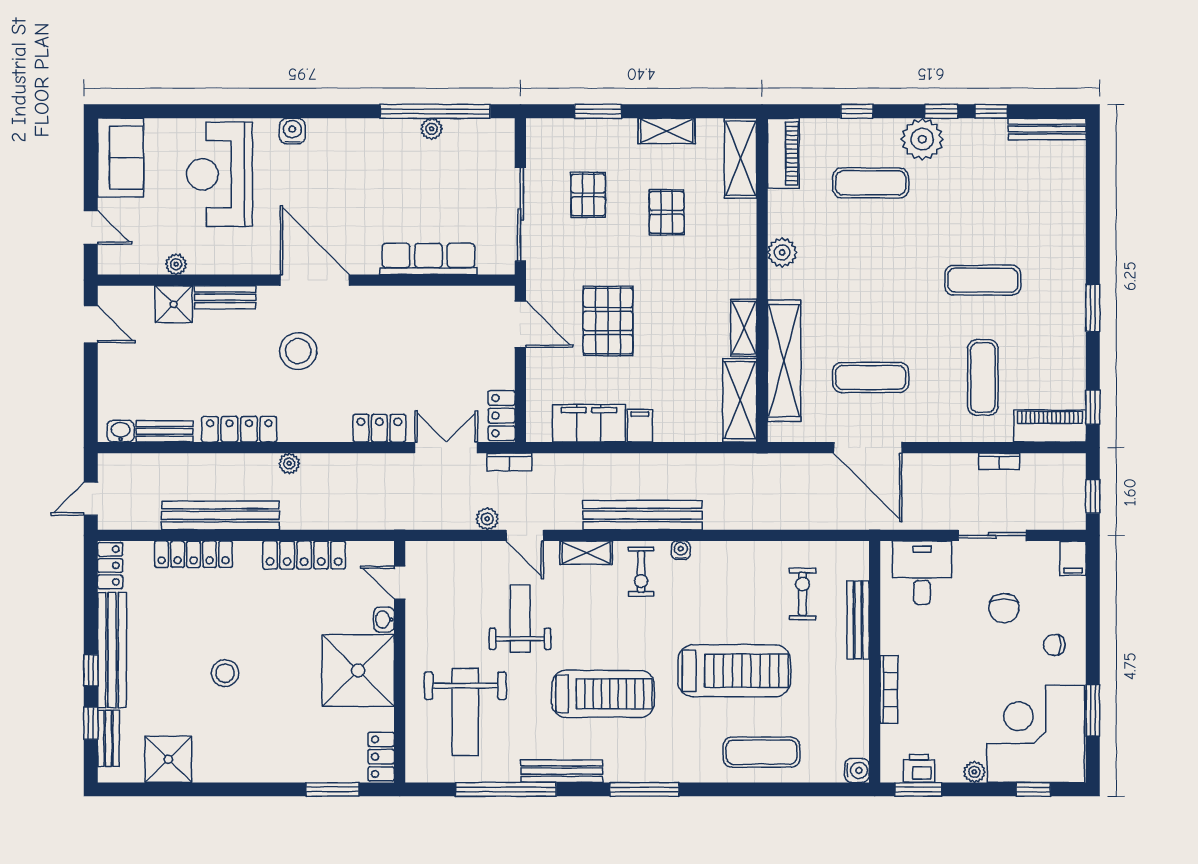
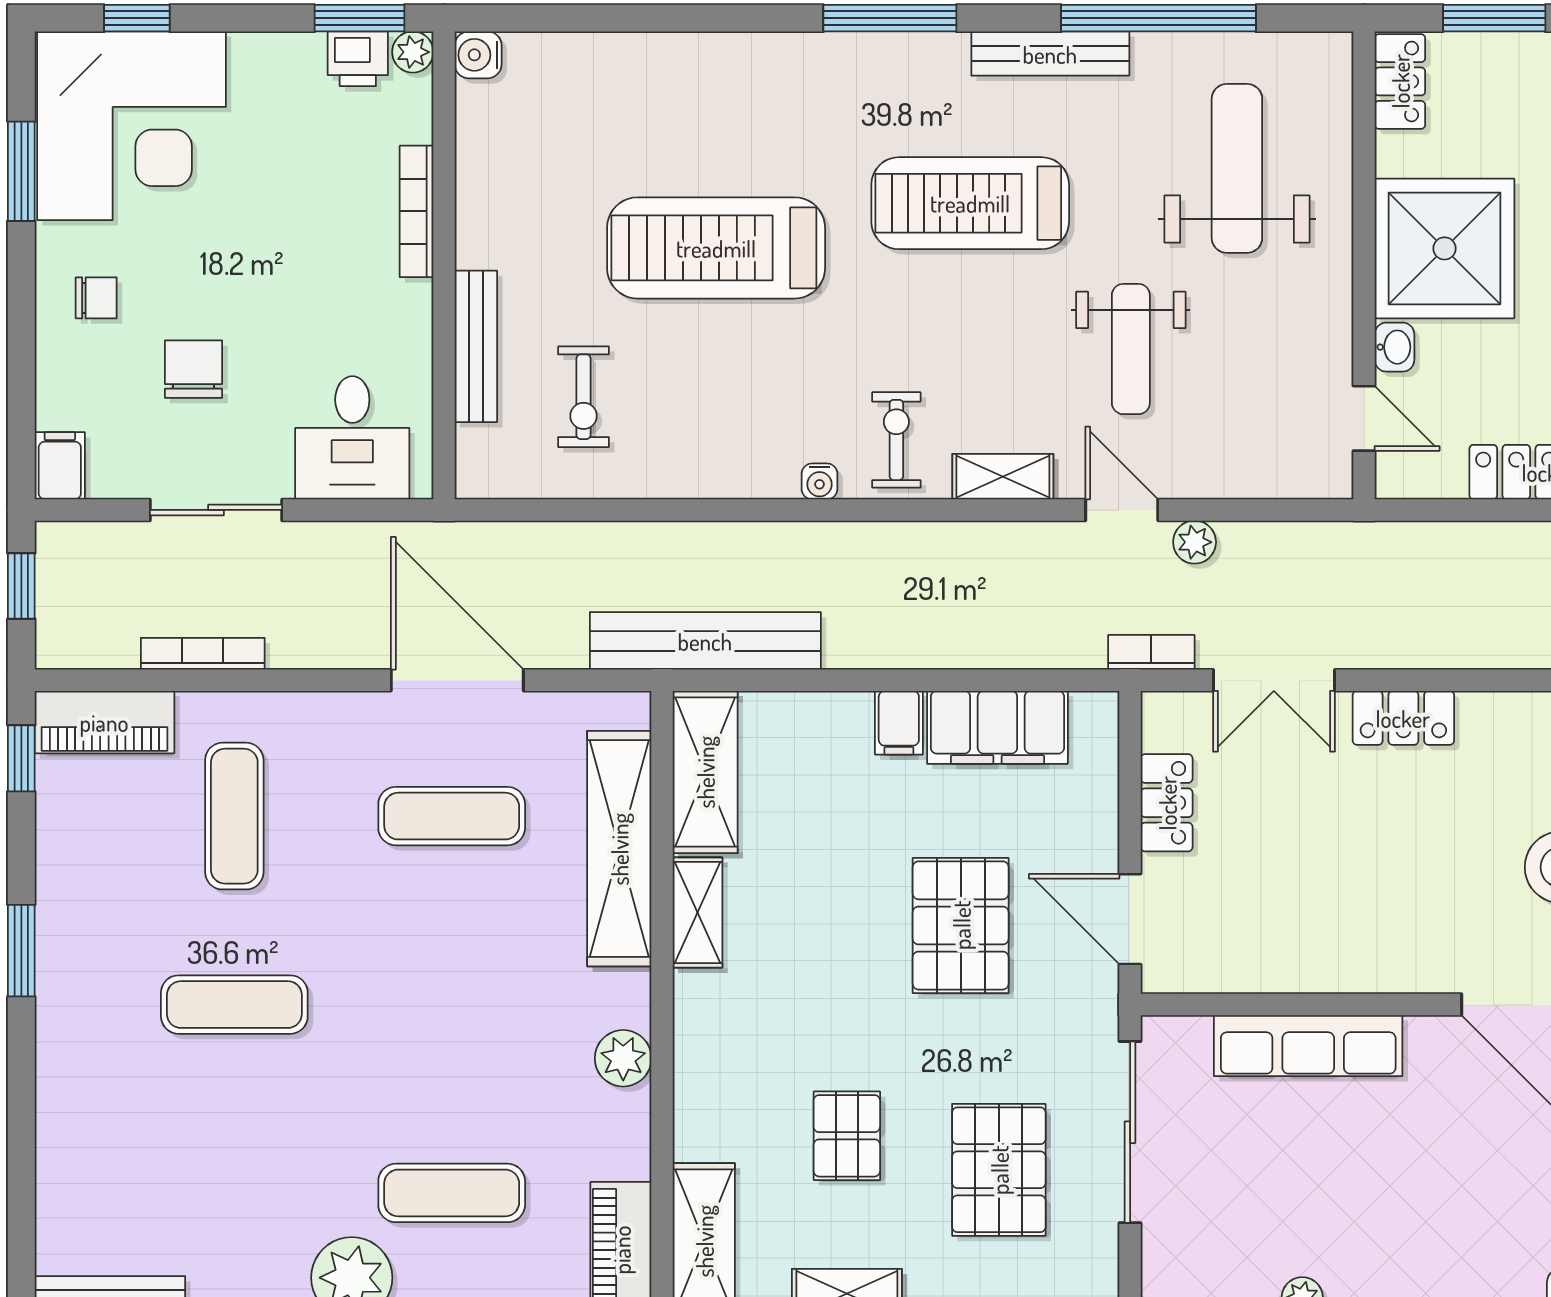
pallet: (588, 195) -> (999, 1170), width x1.50, depth x1.42
locker: (502, 416) -> (1167, 803), moved
bookcase: (999, 461) -> (203, 654), width x1.56
bench: (642, 515) -> (705, 641), moved
exercise mat: (761, 752) -> (663, 90), removed
plant: (974, 772) -> (413, 52), moved

